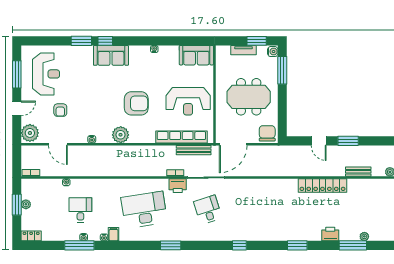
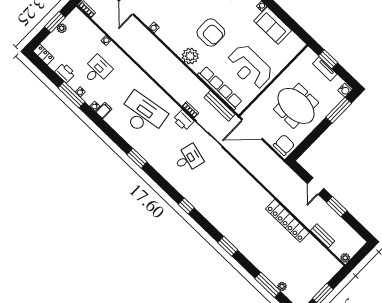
window: (257, 41) -> (328, 59), moved
sofa: (196, 55) -> (273, 26), moved
plant: (121, 135) -> (190, 56), moved
desk: (208, 210) -> (188, 159), turned 33
printer: (330, 234) -> (65, 73), moved

